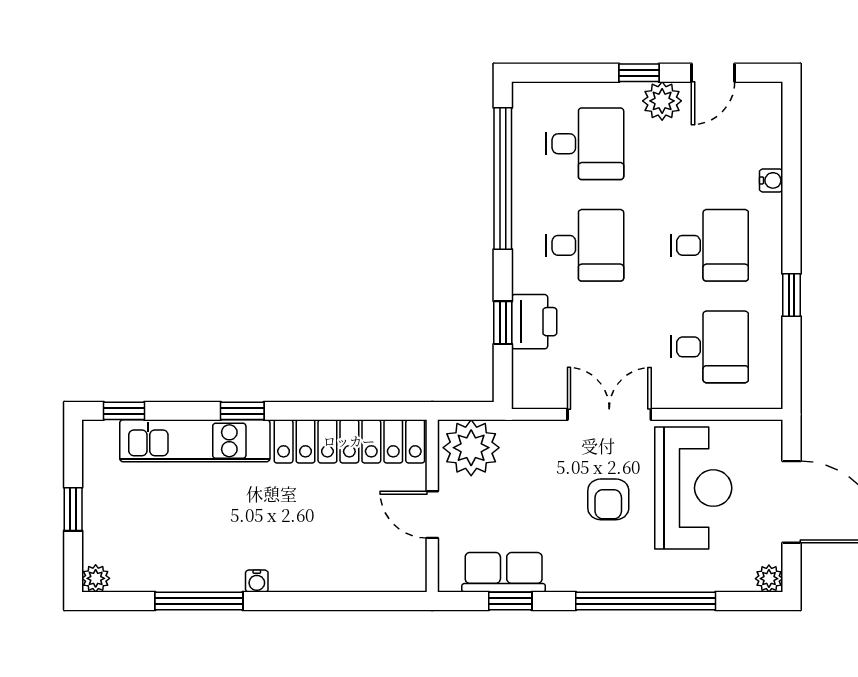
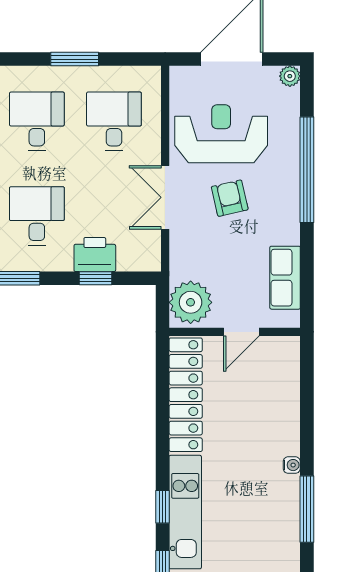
window: (791, 295) -> (75, 59), width x1.50
window: (242, 411) -> (163, 507), moved
armchair: (608, 499) -> (230, 198), turned -103
window: (510, 601) -> (307, 273), removed

